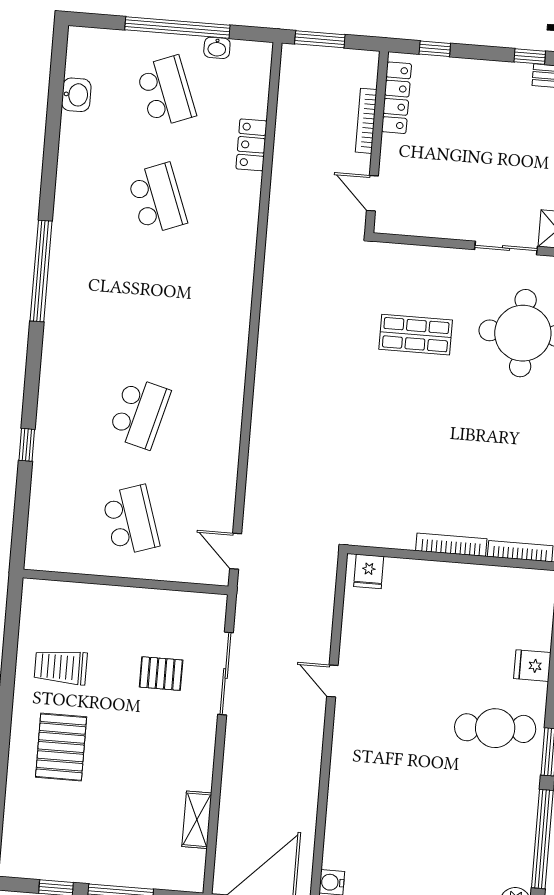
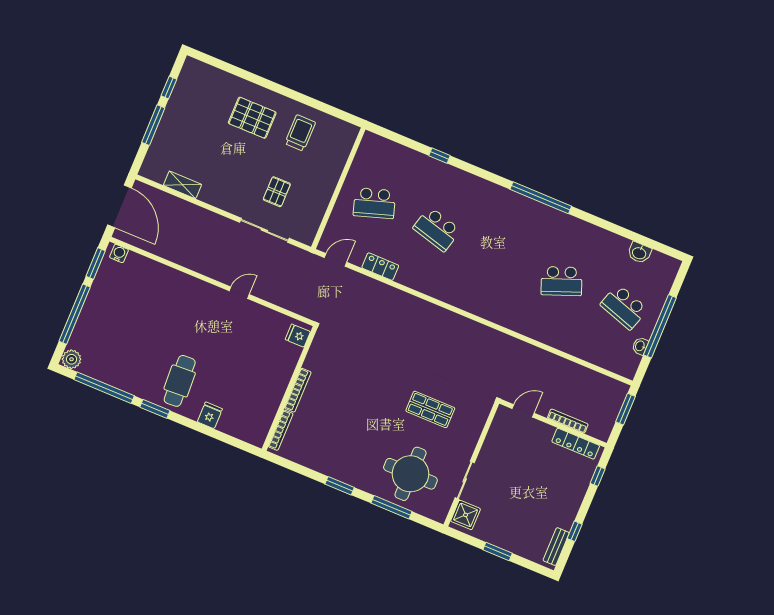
school desk: (166, 91) -> (624, 307), turned 39
locker: (251, 145) -> (380, 267), moved
shop shelf: (416, 335) -> (430, 409), turned 90

